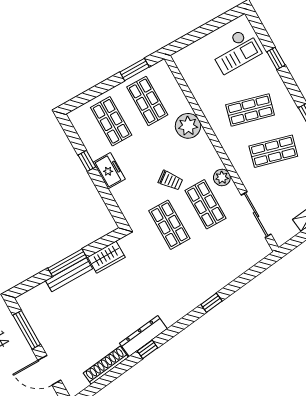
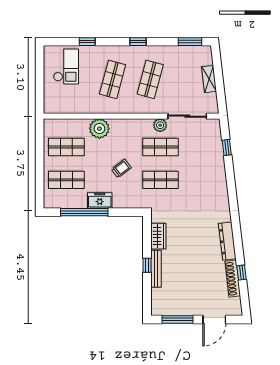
window: (134, 69) -> (40, 144), removed
window: (87, 161) -> (84, 212), width x3.17
plant: (222, 177) -> (160, 125), moved
trolley: (171, 180) -> (121, 169), moved
window: (67, 263) -> (147, 265), width x0.46
window: (211, 303) -> (227, 147), moved
window: (147, 349) -> (241, 273), moved

